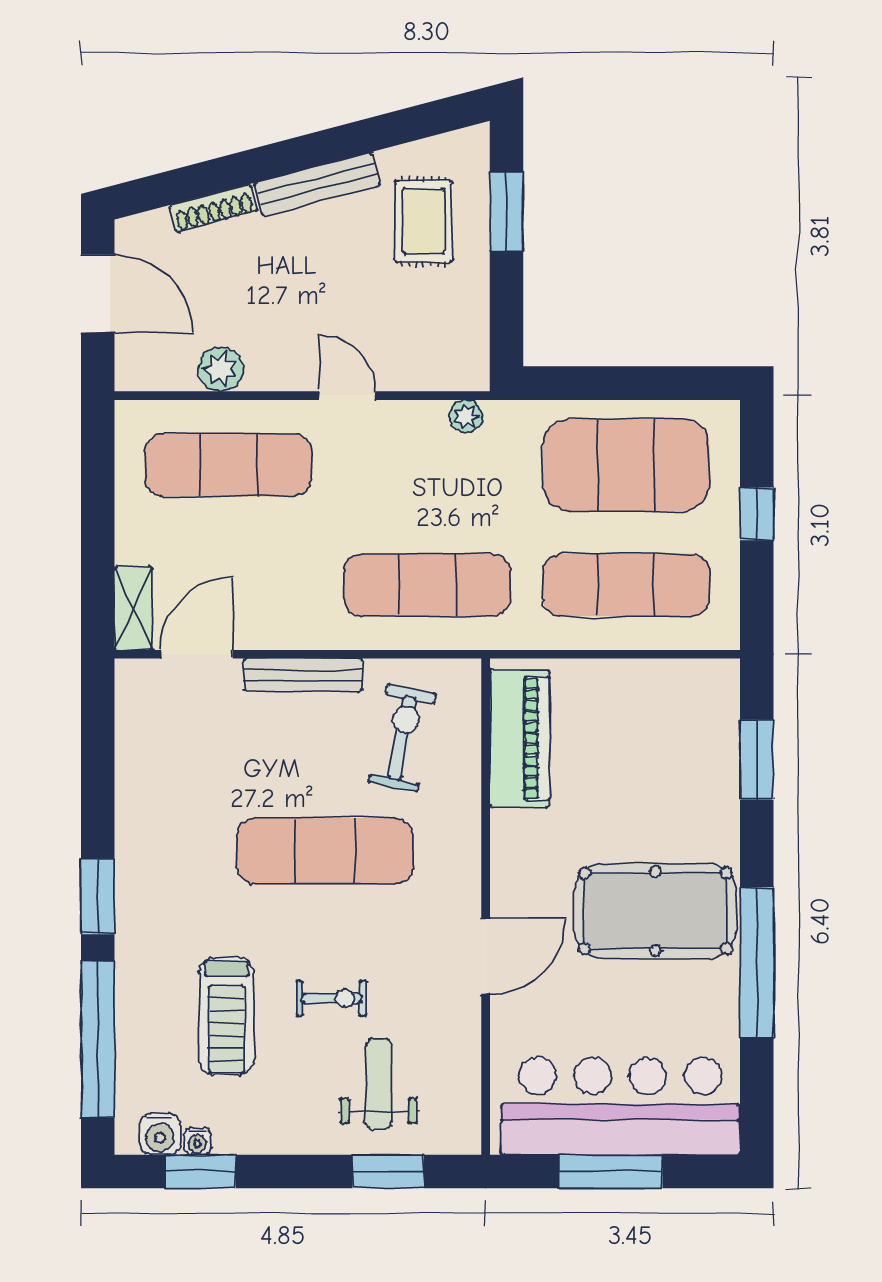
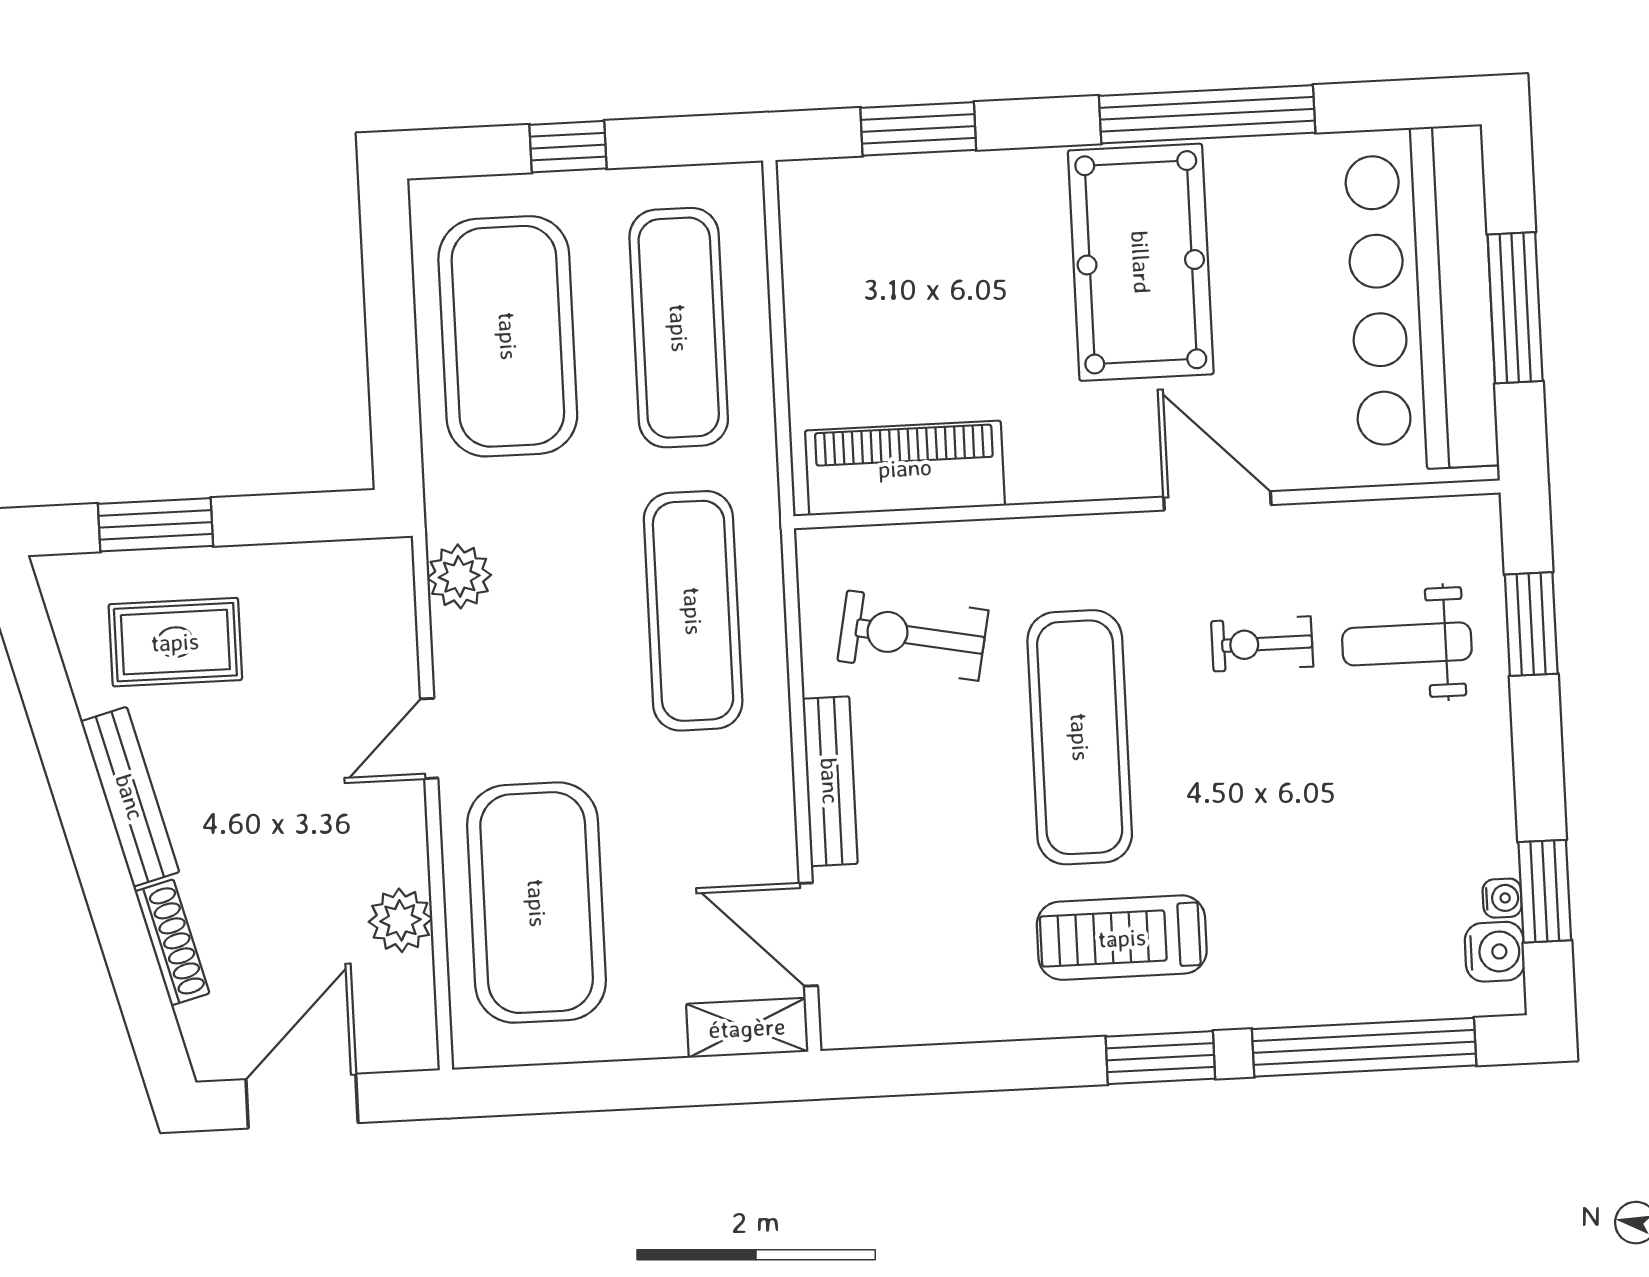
plant: (466, 416) -> (459, 576), width x1.38, depth x1.38
exercise mat: (228, 465) -> (537, 903), width x1.47
exercise bike: (332, 998) -> (1262, 644), moved, turned -90
treadmill: (226, 1016) -> (1122, 938), moved, turned 180

